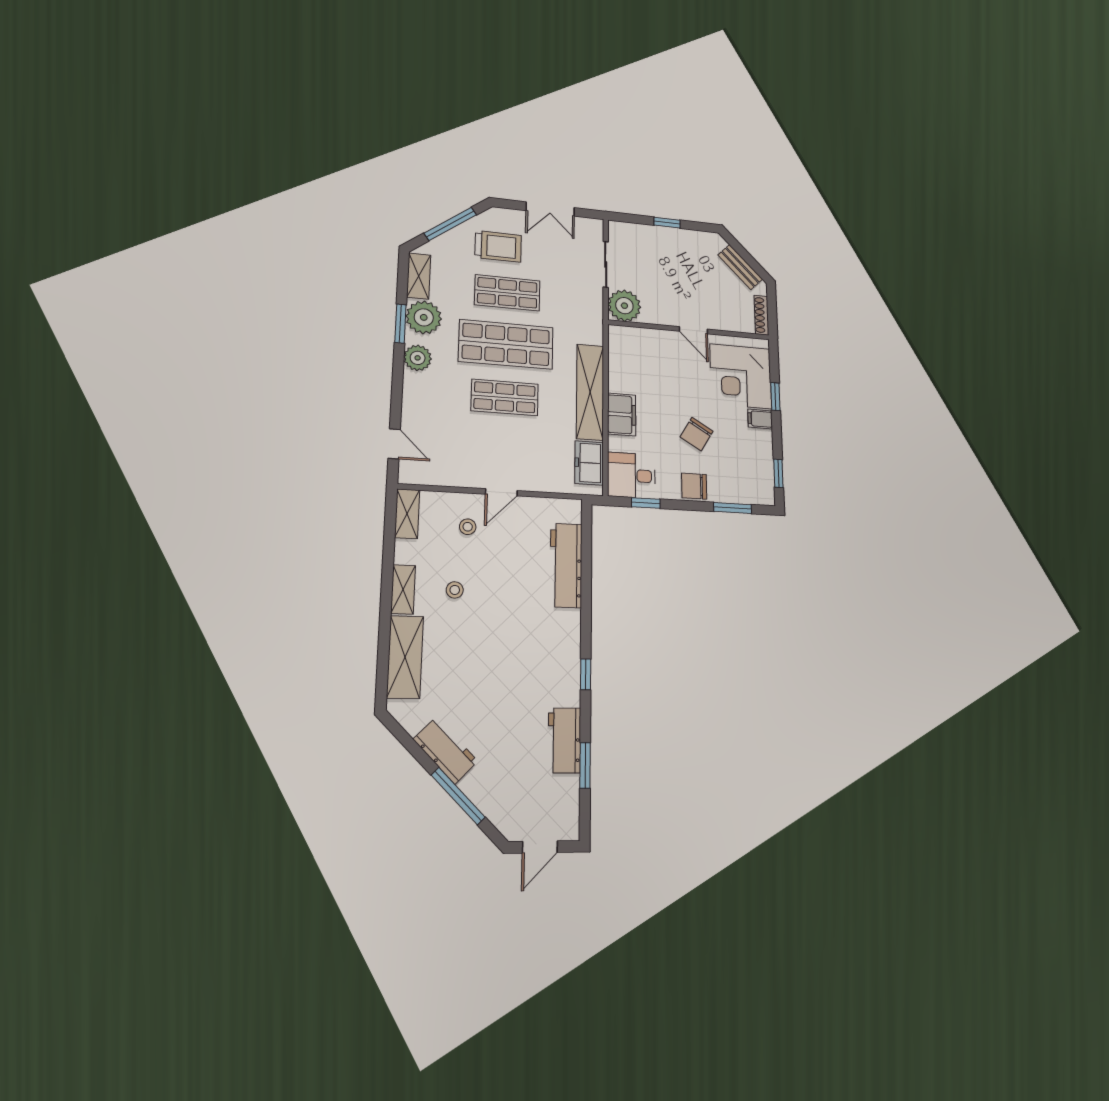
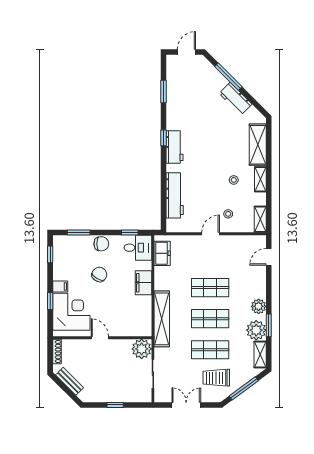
shop shelf: (506, 344) -> (210, 319), width x0.70, depth x0.74
shelving: (590, 392) -> (162, 319), moved
door: (394, 444) -> (269, 257), hinge flipped
workbench: (564, 740) -> (174, 147), moved

